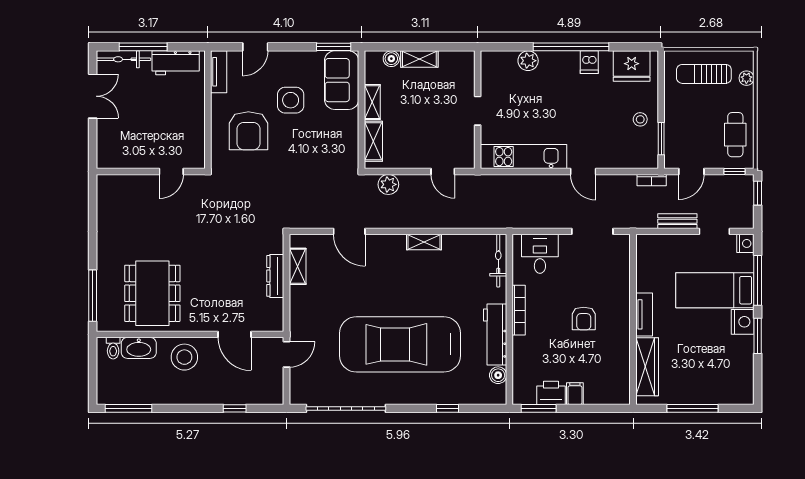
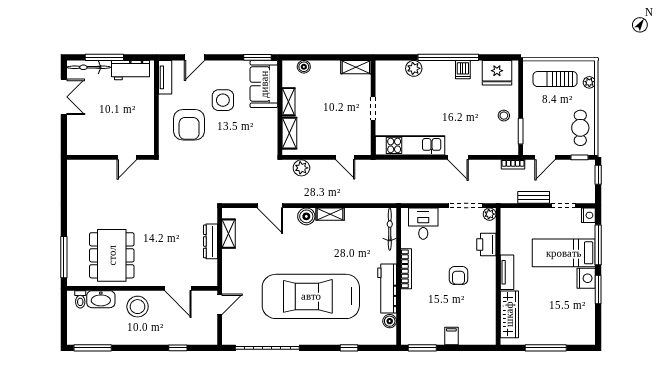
shelving: (419, 59) -> (356, 67), moved
plant: (622, 242) -> (490, 214), added
boiler: (394, 245) -> (306, 216), added
printer: (551, 393) -> (486, 245), moved, turned -90

